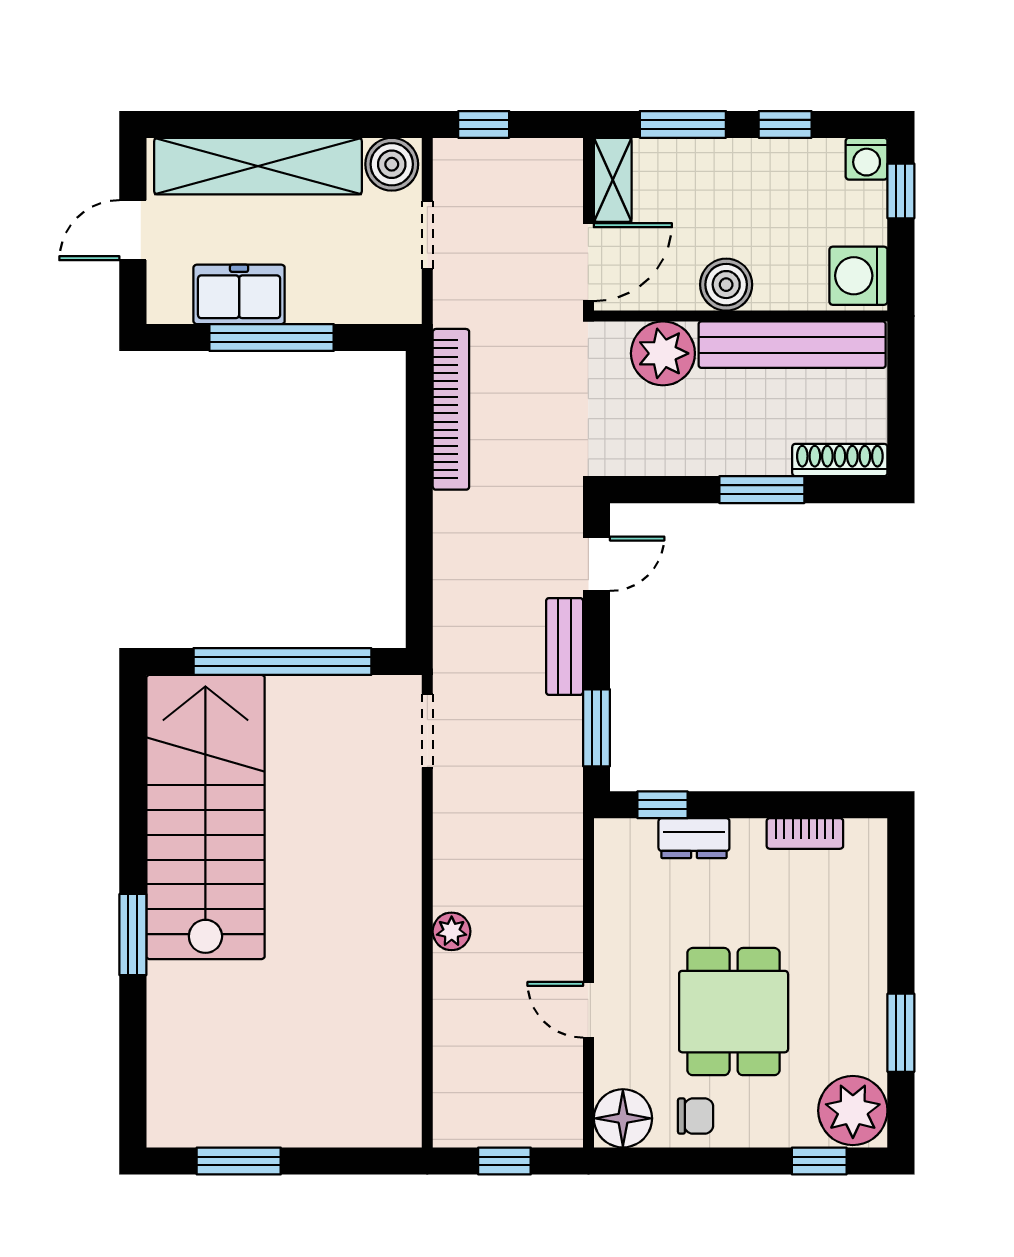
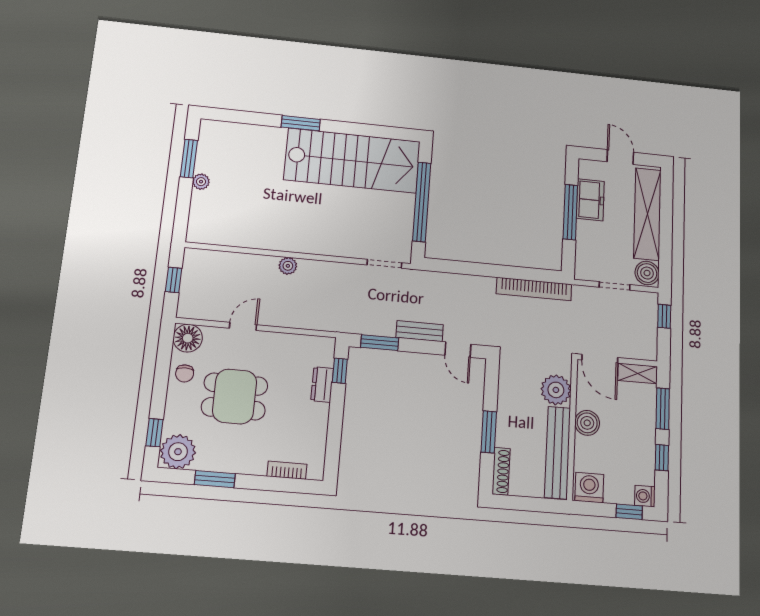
bookcase: (805, 833) -> (287, 470), moved, turned 90
plant: (287, 1130) -> (201, 182), added

